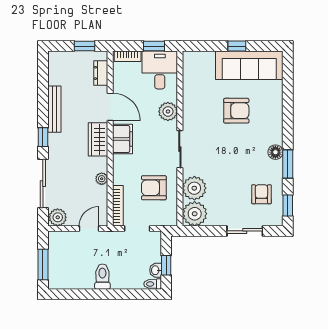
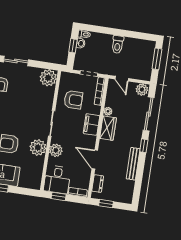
wardrobe: (98, 139) -> (108, 128), moved
filing cabinet: (122, 139) -> (91, 125), moved
plant: (194, 188) -> (38, 147), moved
door: (89, 229) -> (122, 79), hinge flipped

